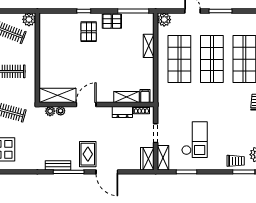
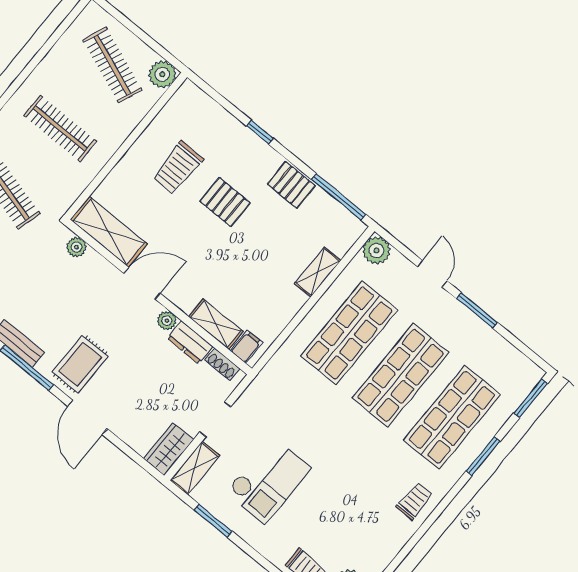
pallet: (89, 32) -> (225, 202), moved, turned 90
trolley: (64, 50) -> (178, 168), added
plant: (61, 111) -> (167, 321), moved

